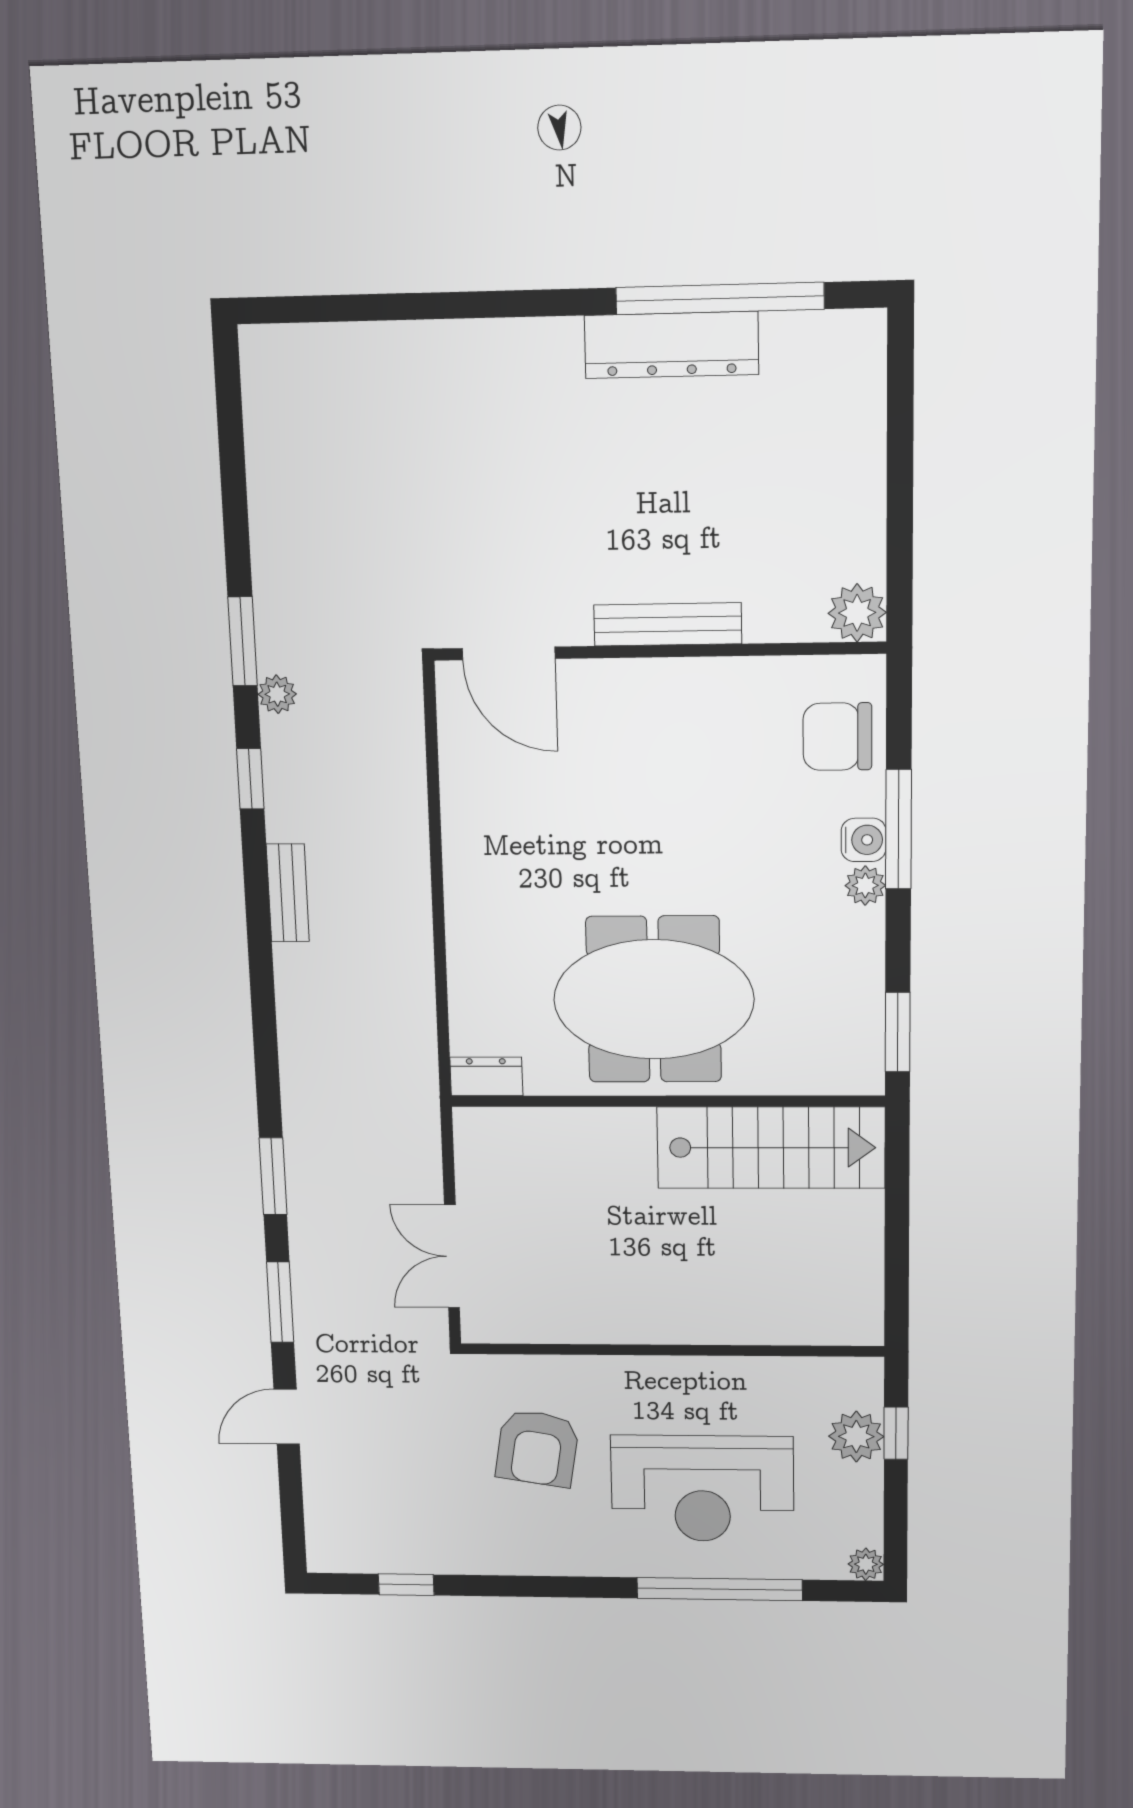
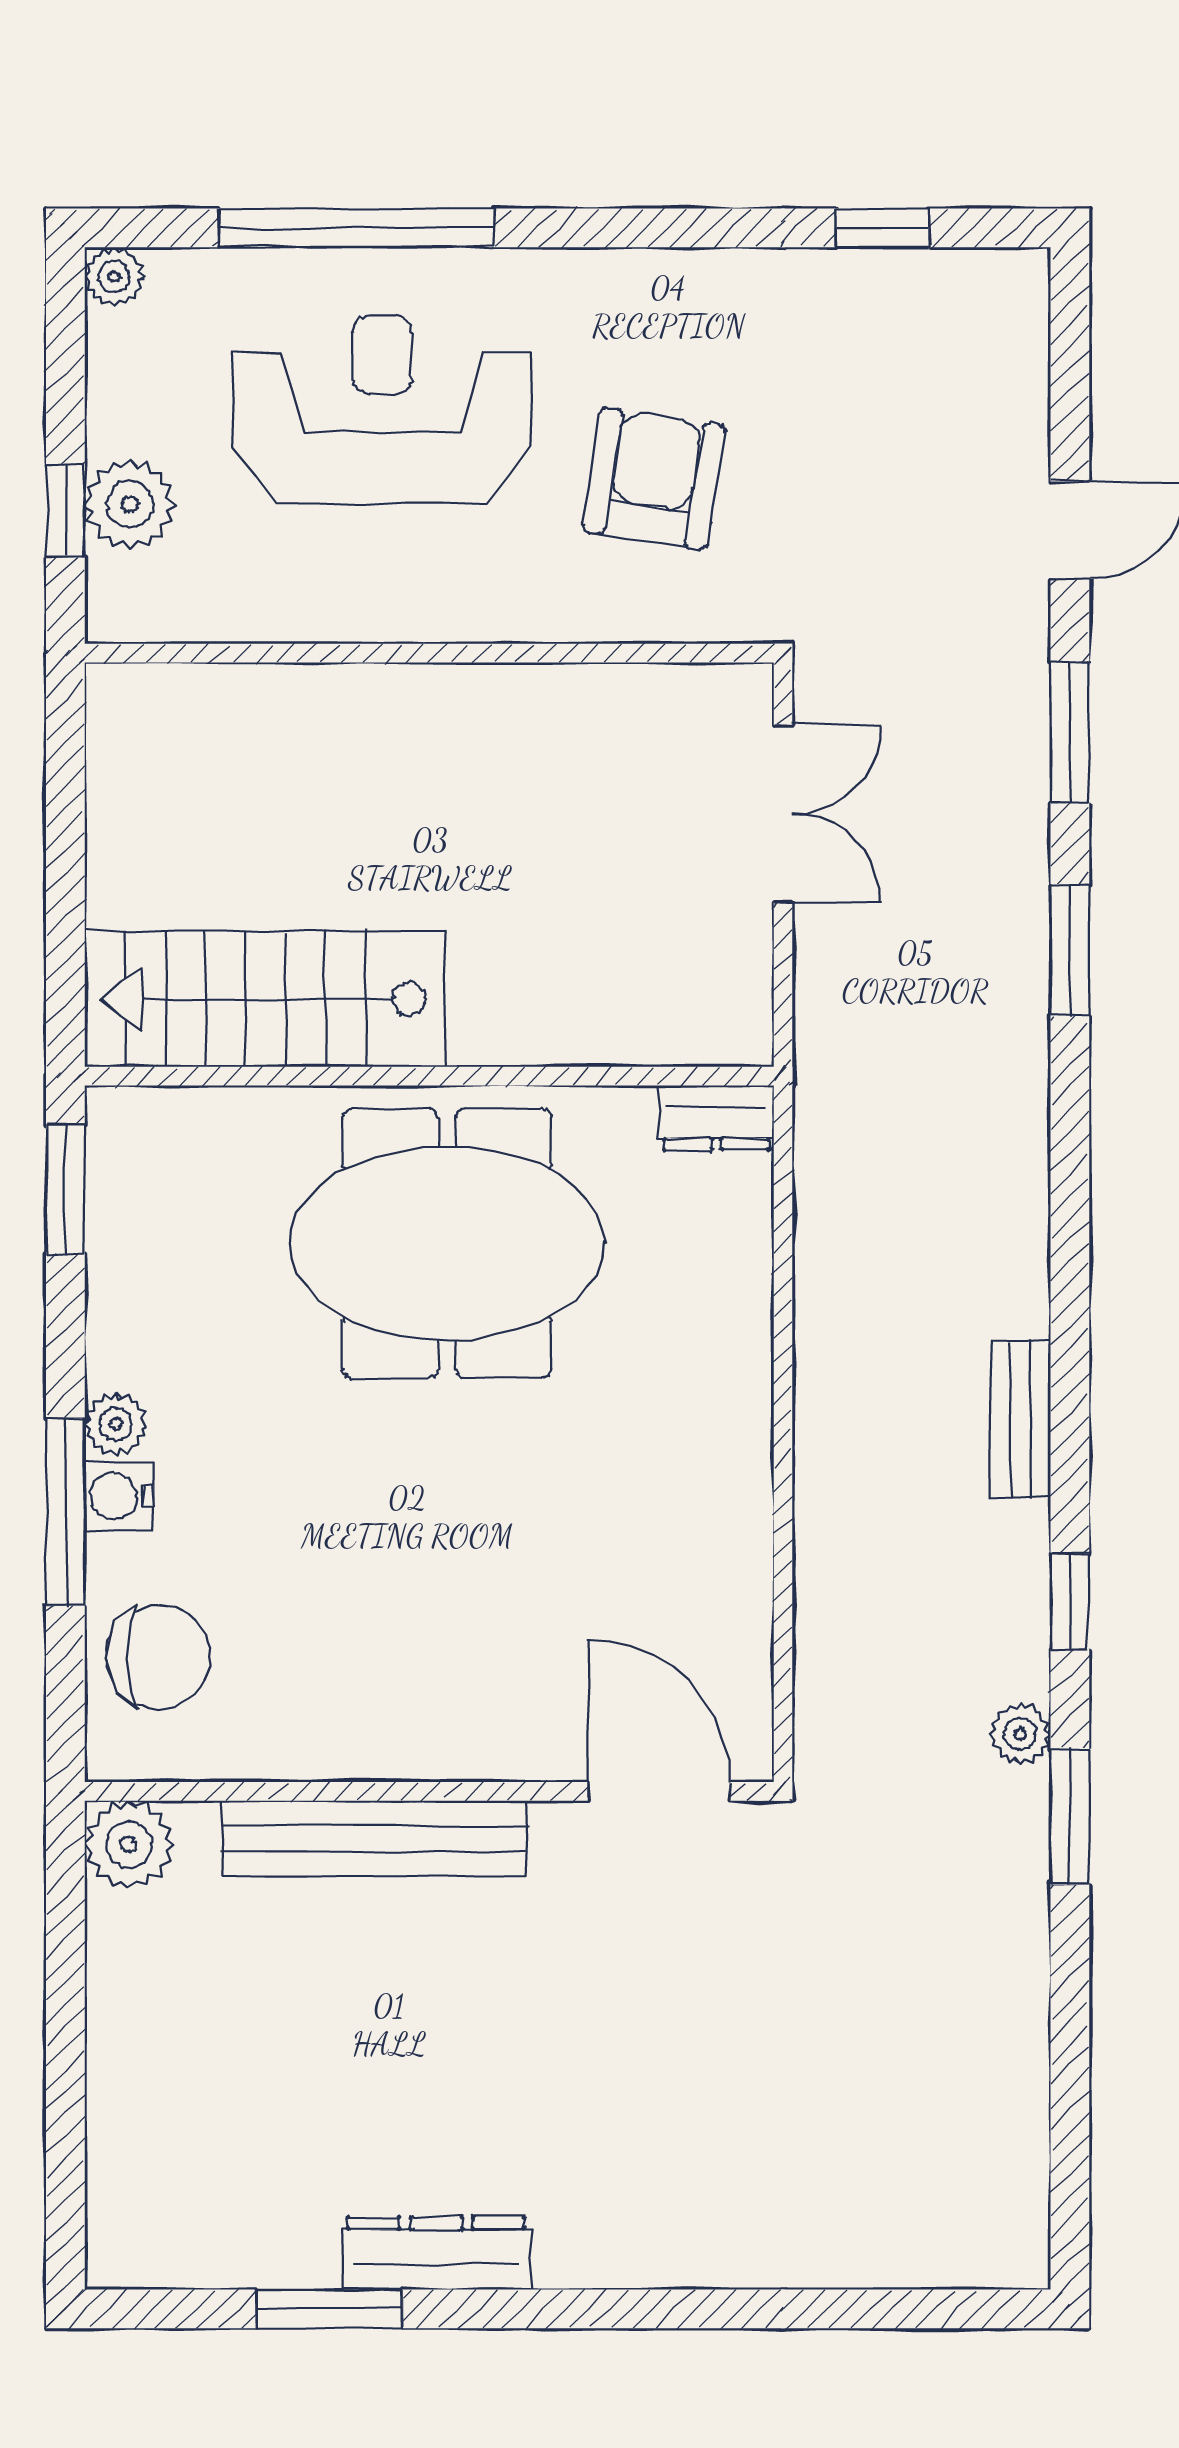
window: (720, 298) -> (330, 2309), width x0.47
dresser: (671, 345) -> (436, 2253), width x0.73, depth x0.80
bench: (668, 624) -> (374, 1839), width x1.37, depth x1.21

